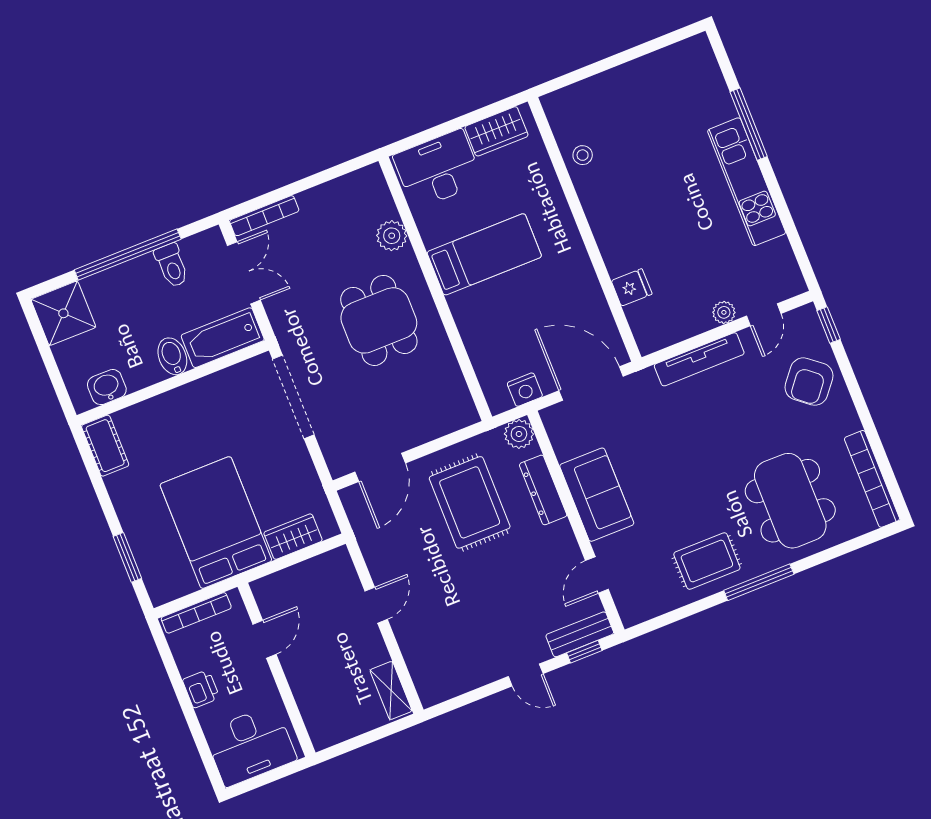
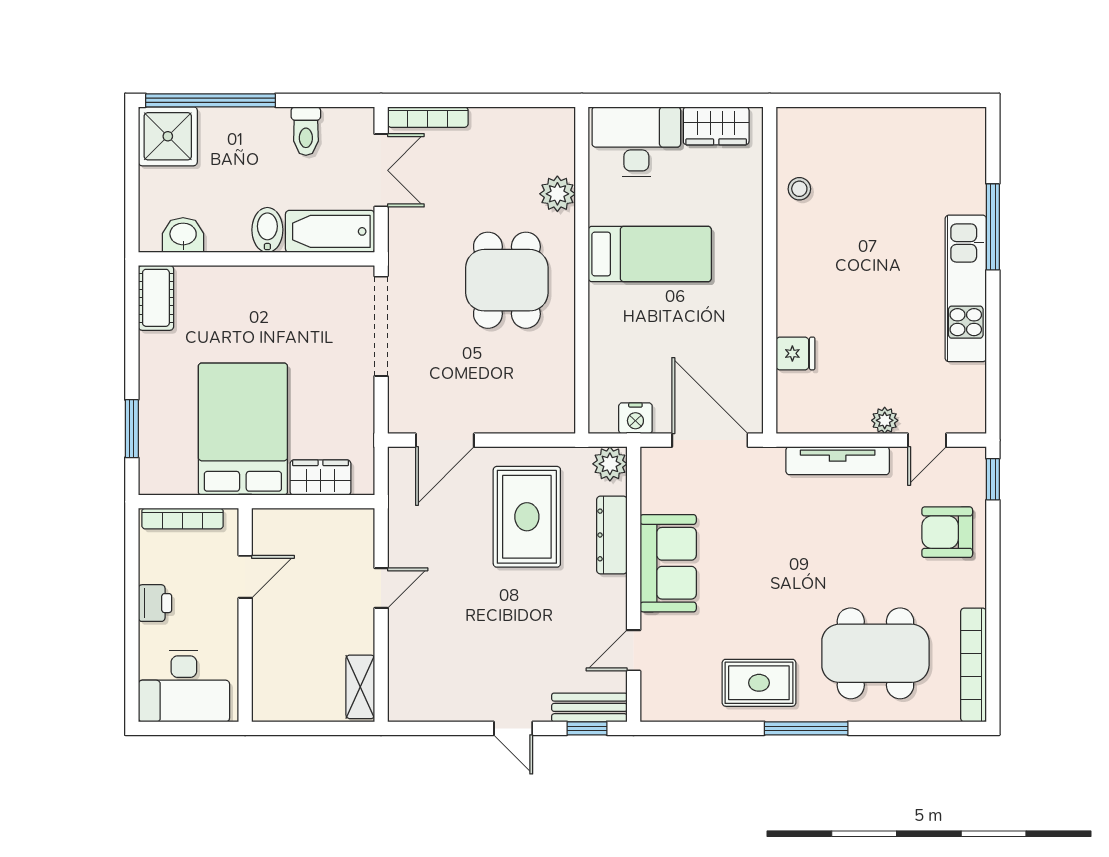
window: (128, 255) -> (211, 100), moved
armchair: (809, 382) -> (947, 532), turned 51
dining table: (790, 501) -> (875, 653), turned 90

